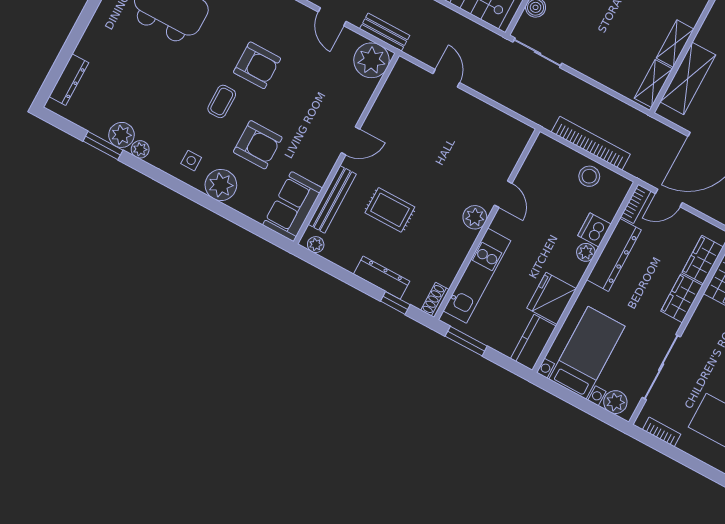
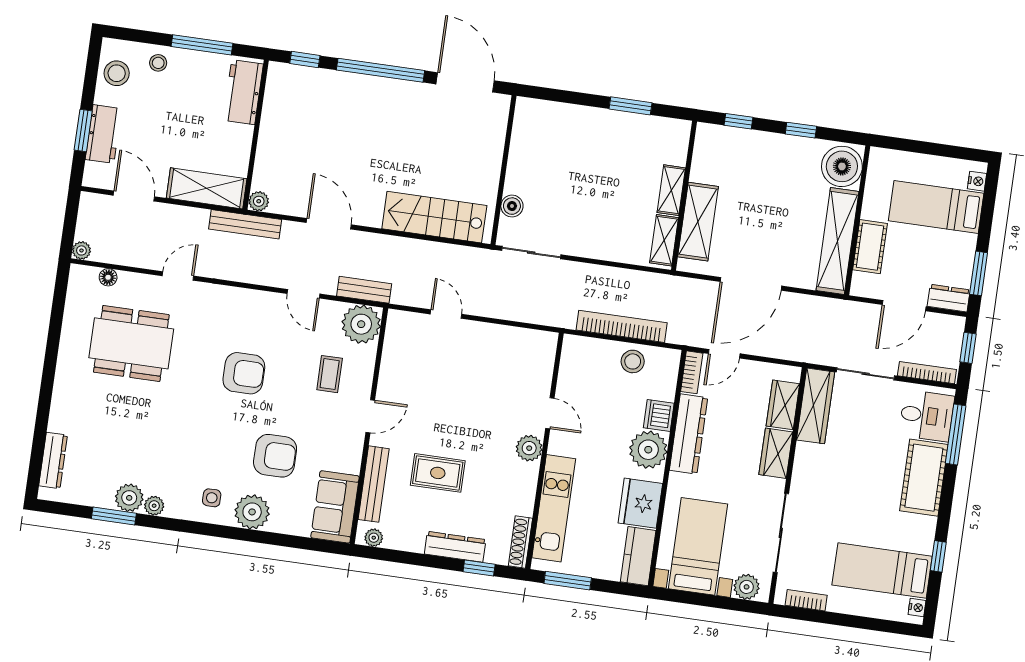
coffee table: (222, 101) -> (330, 374), moved
plant: (586, 252) -> (648, 450), width x1.87, depth x1.87
shoe rack: (435, 300) -> (520, 542), width x1.43

